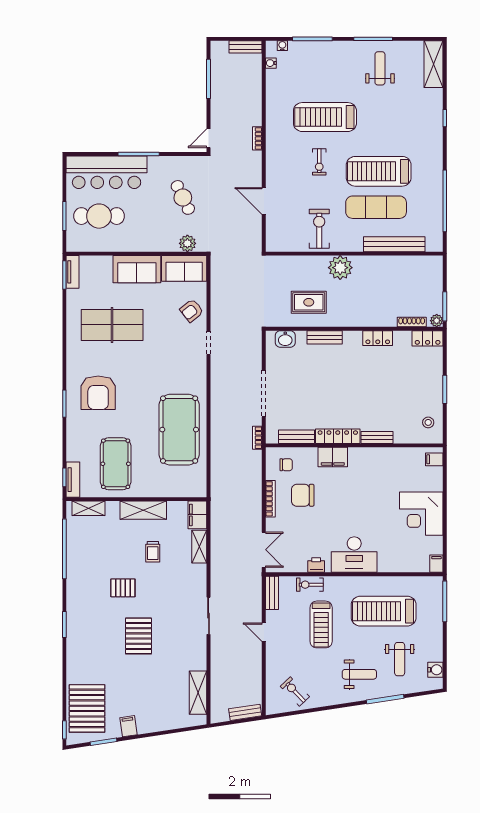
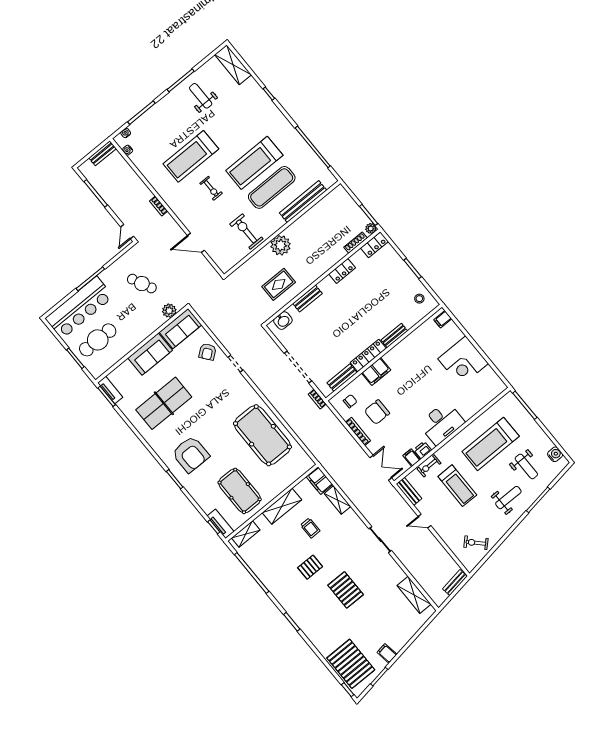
filing cabinet: (436, 564) -> (412, 458), moved

